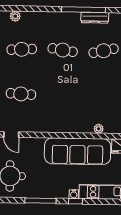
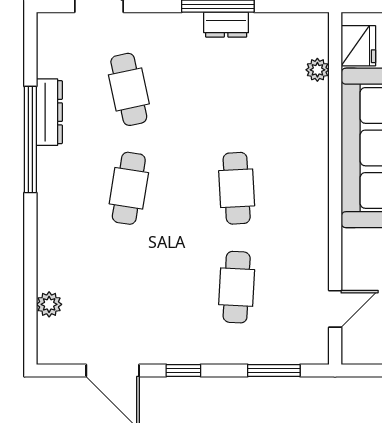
cafe table: (22, 49) -> (237, 188), moved
plant: (99, 129) -> (317, 70), moved

